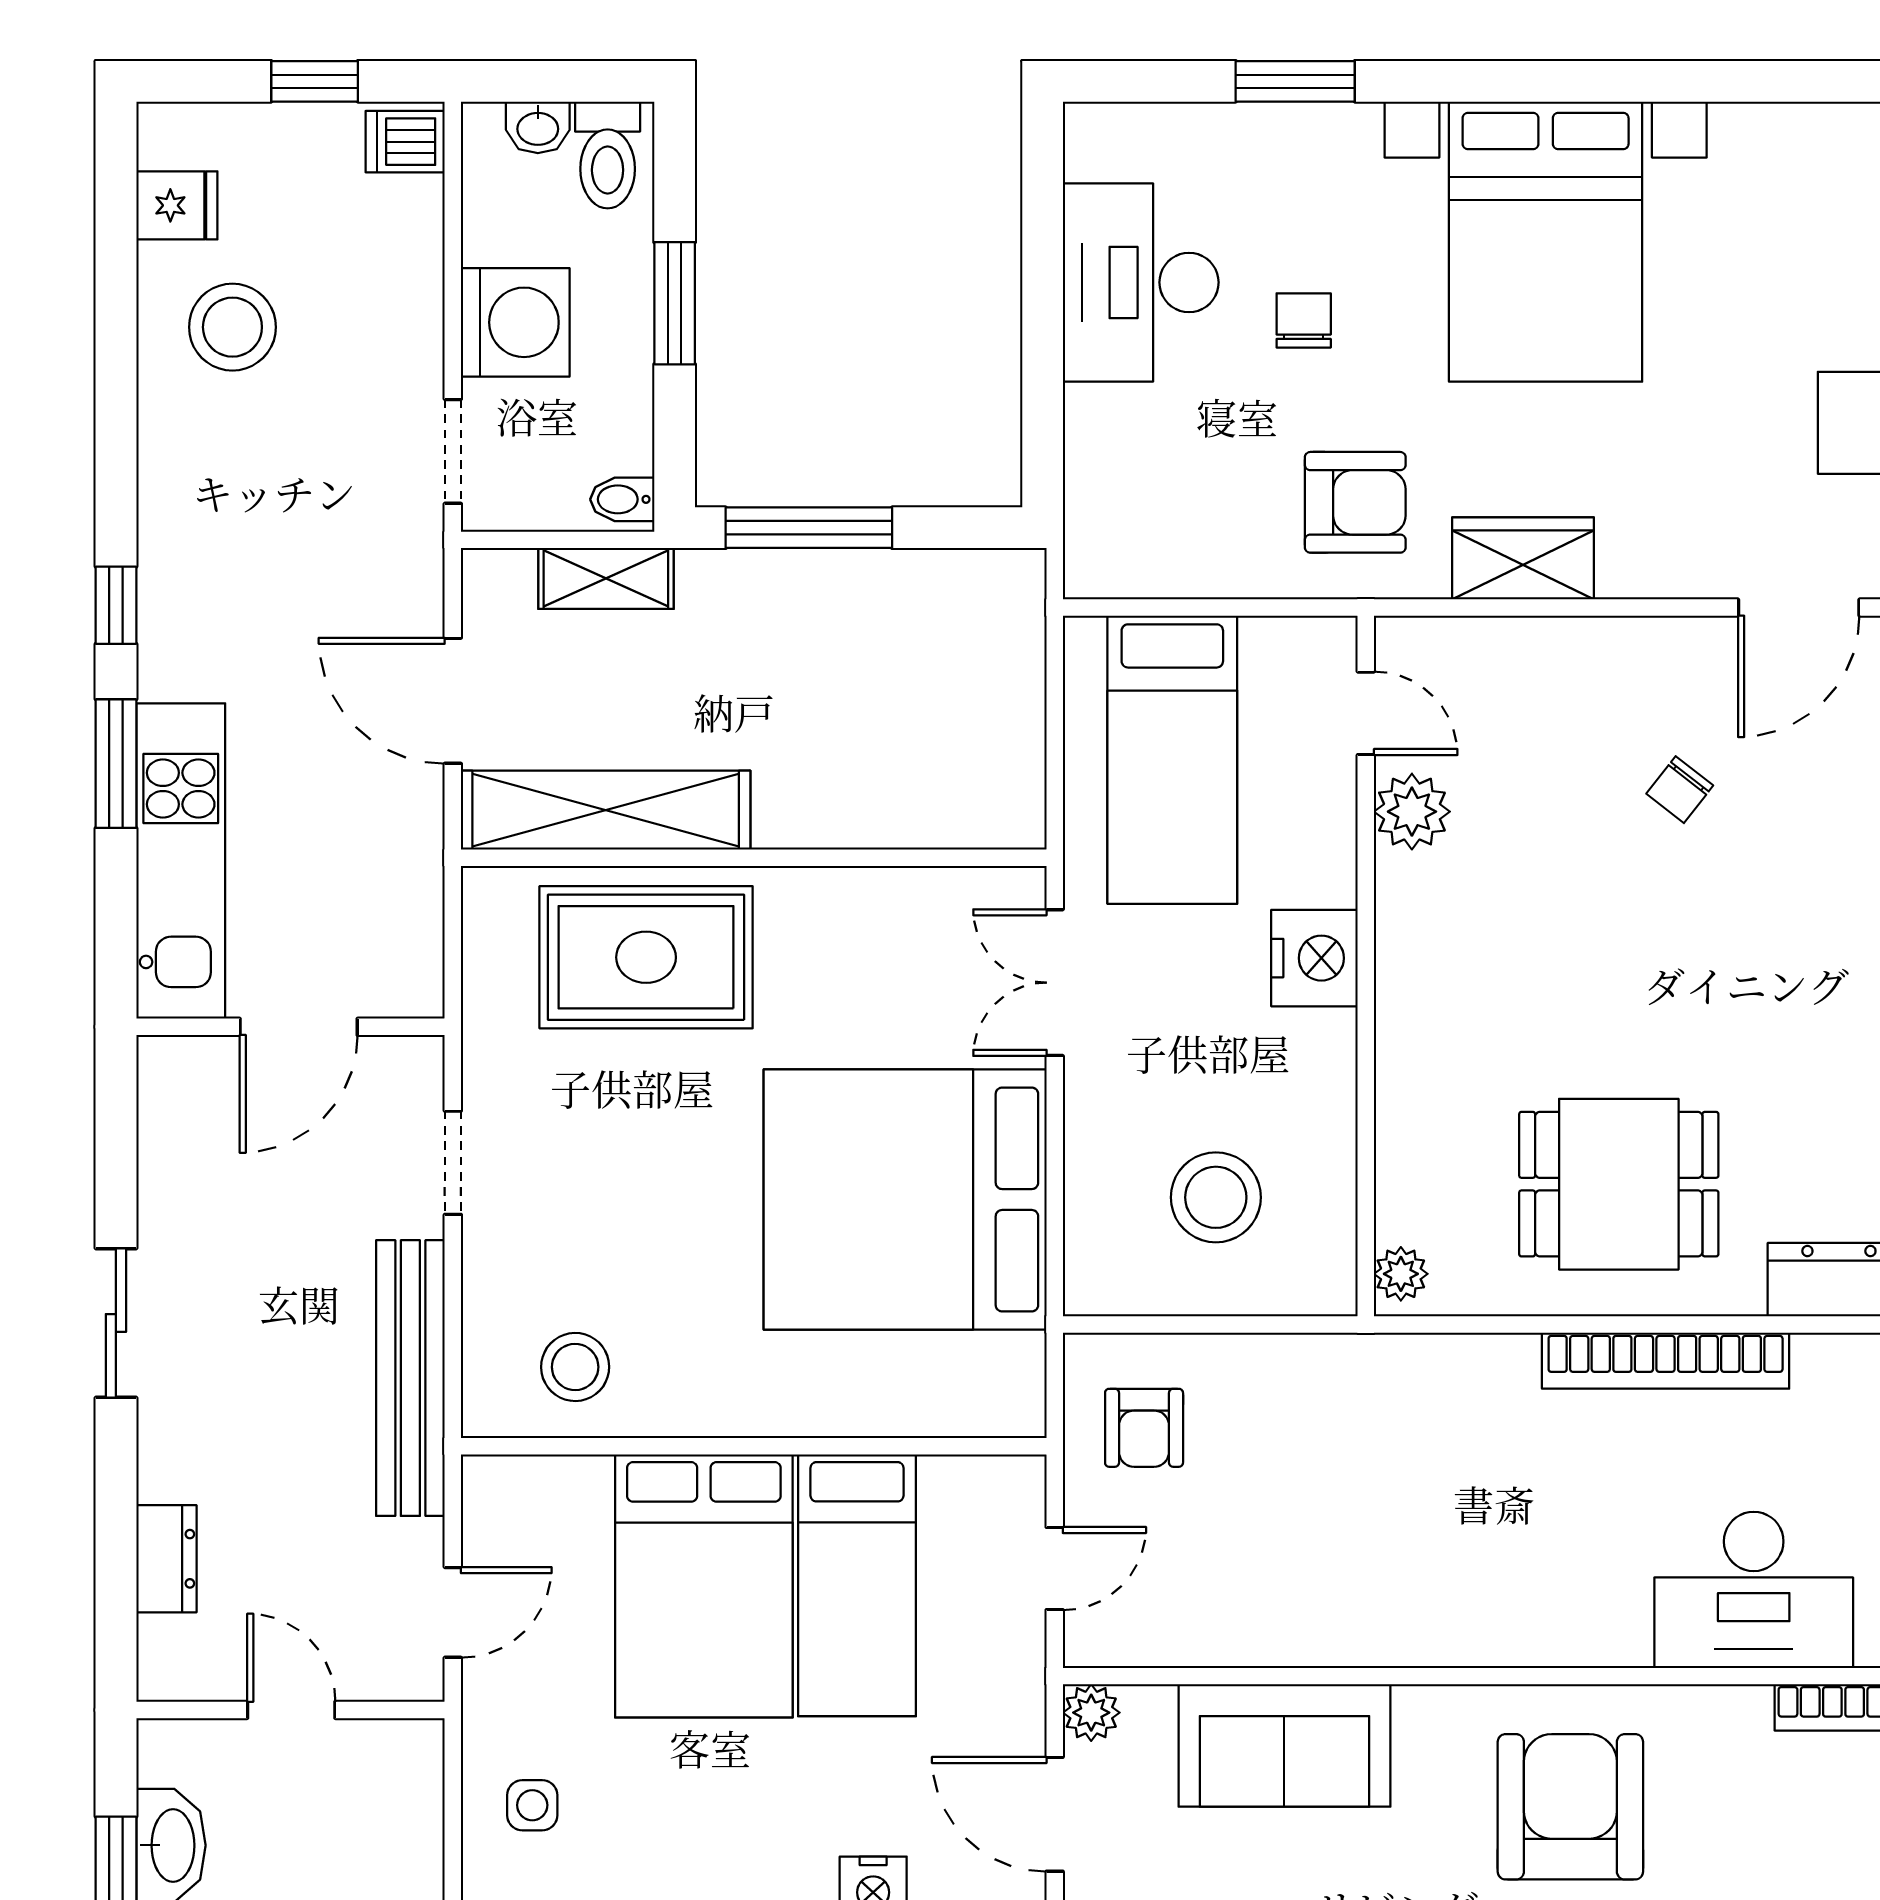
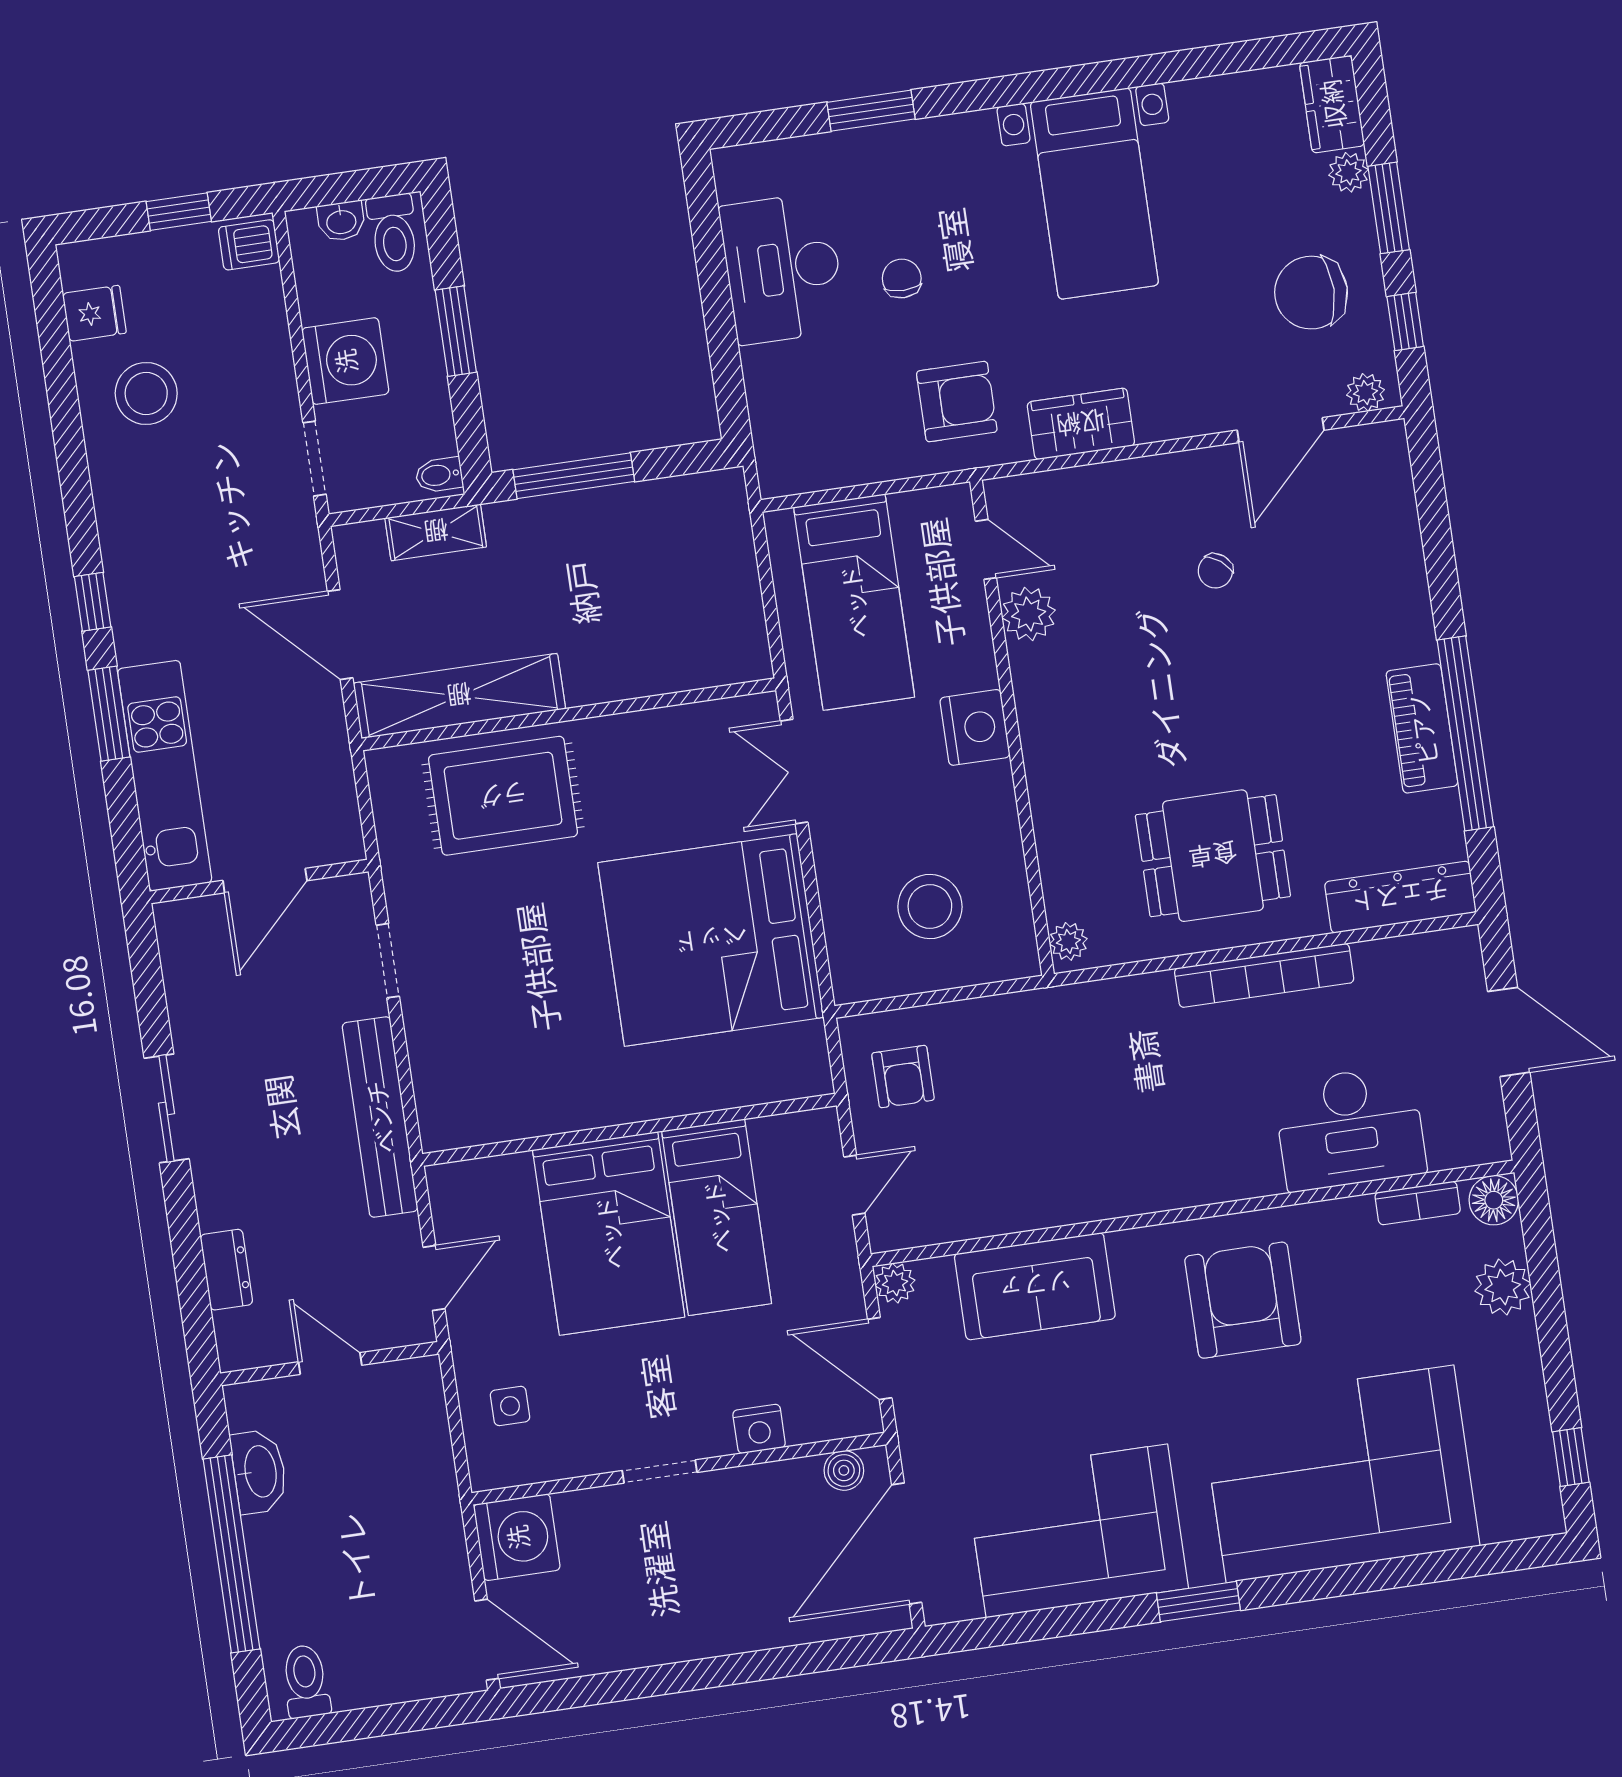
bed with nightstands: (1546, 242) -> (1094, 194), width x0.73
stool: (575, 1367) -> (495, 1092), removed

